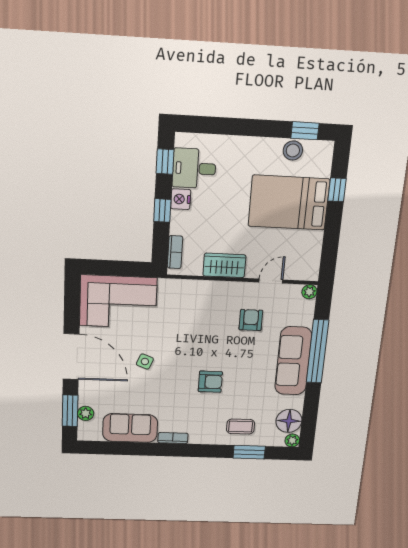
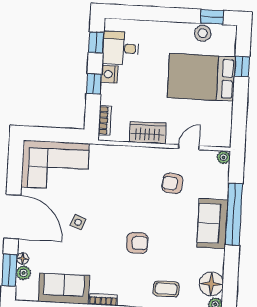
armchair: (251, 320) -> (172, 183), turned -85
sofa: (293, 361) -> (212, 224), width x0.73
floor lamp: (84, 399) -> (23, 258), added

